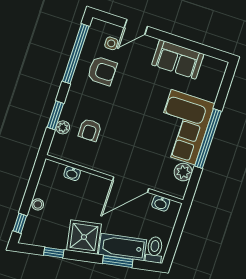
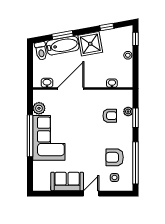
door: (136, 27) -> (91, 194), moved
armchair: (90, 130) -> (110, 116), turned 90

